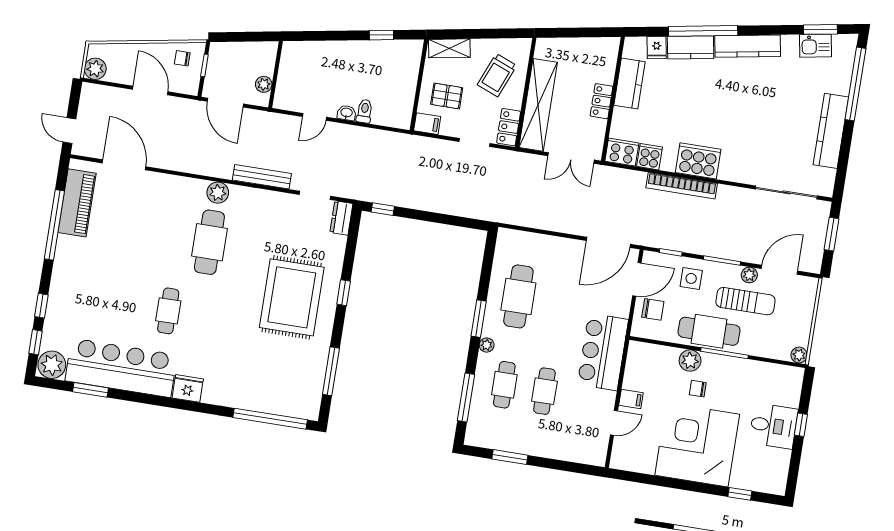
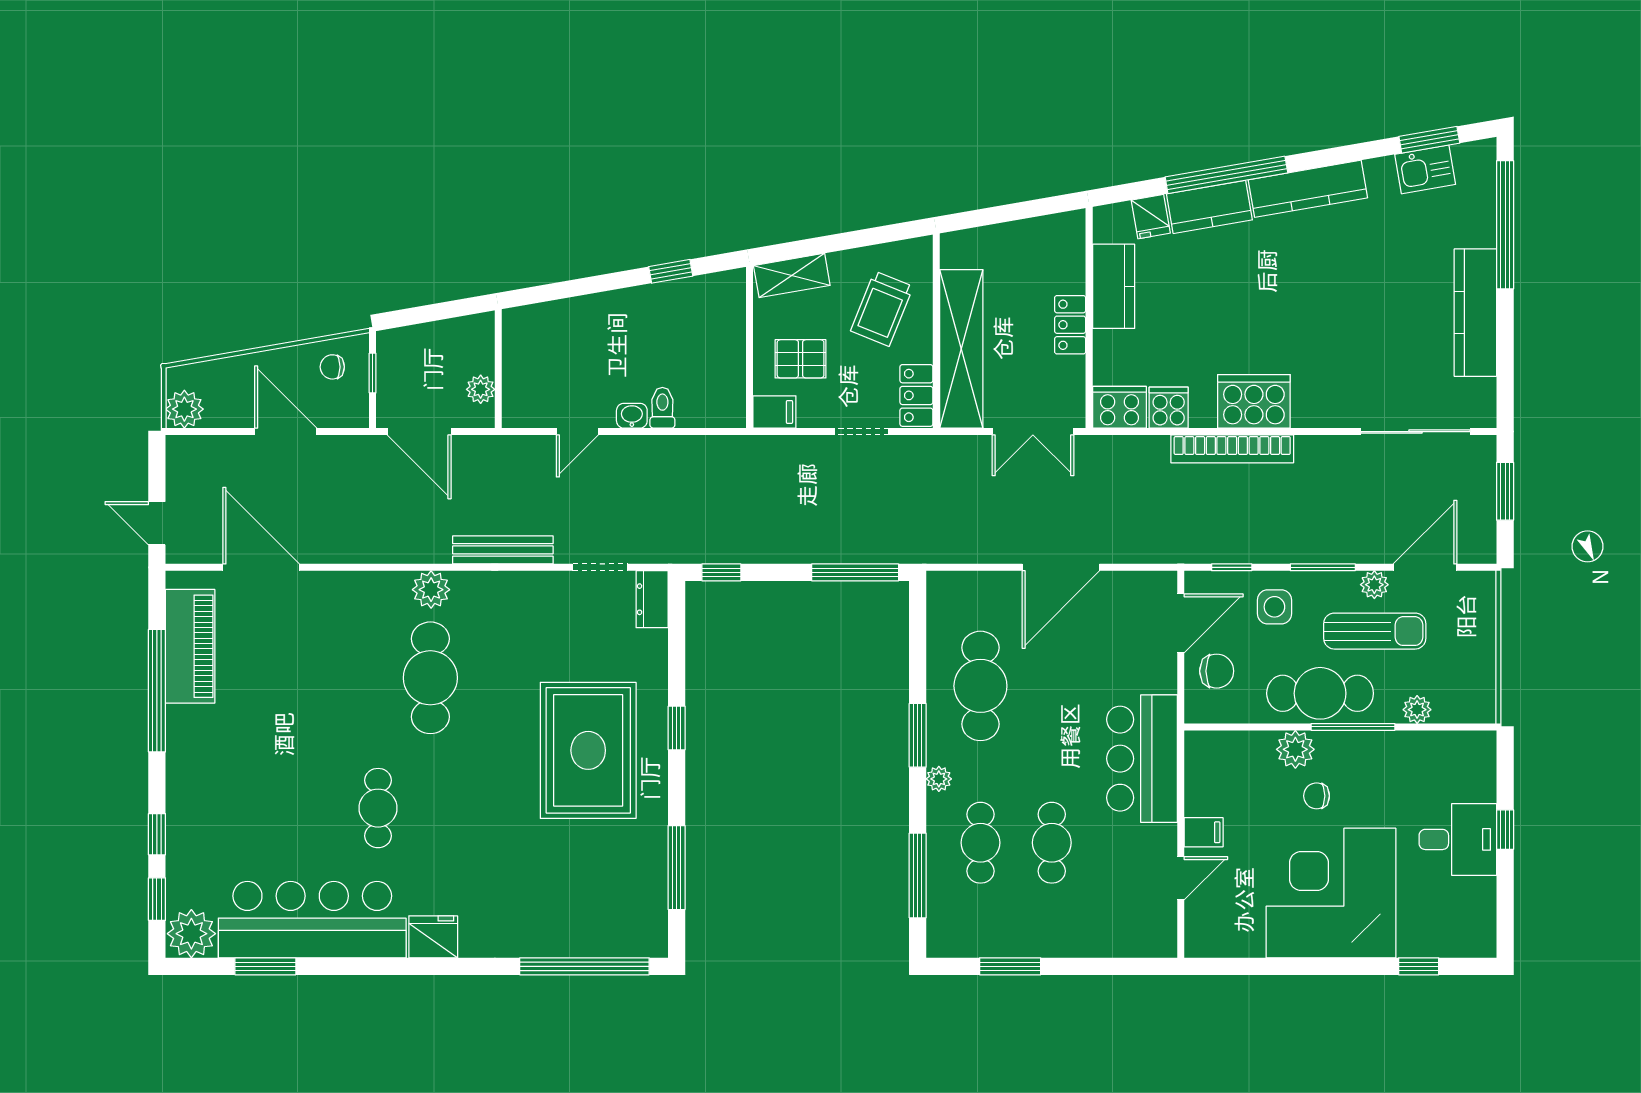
window: (458, 221) -> (855, 572), added
door: (608, 242) -> (1061, 567), moved
plant: (799, 355) -> (1417, 710), moved

